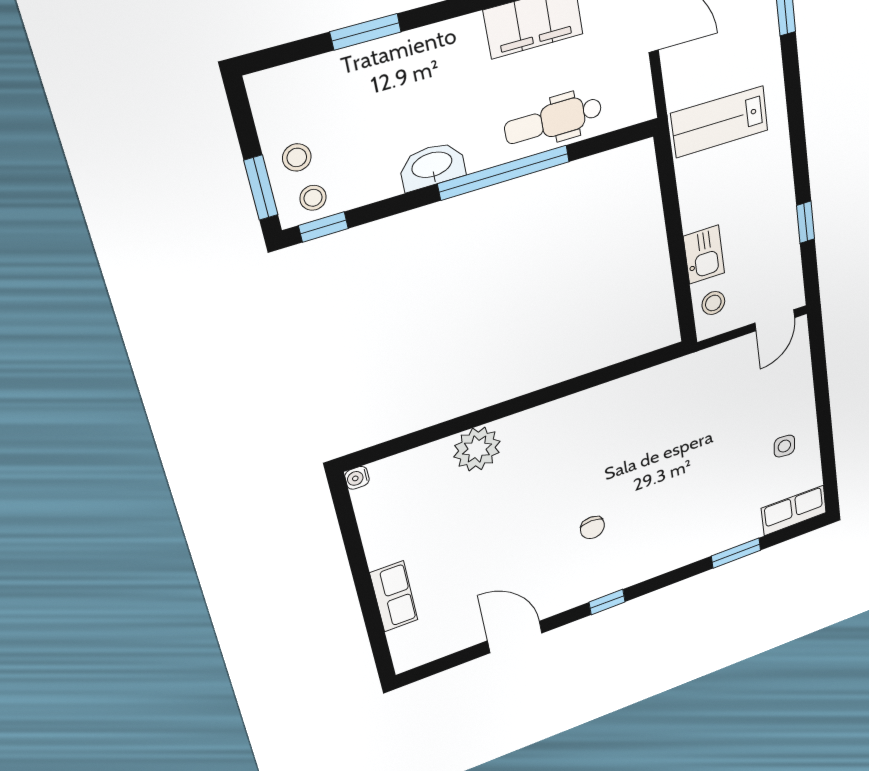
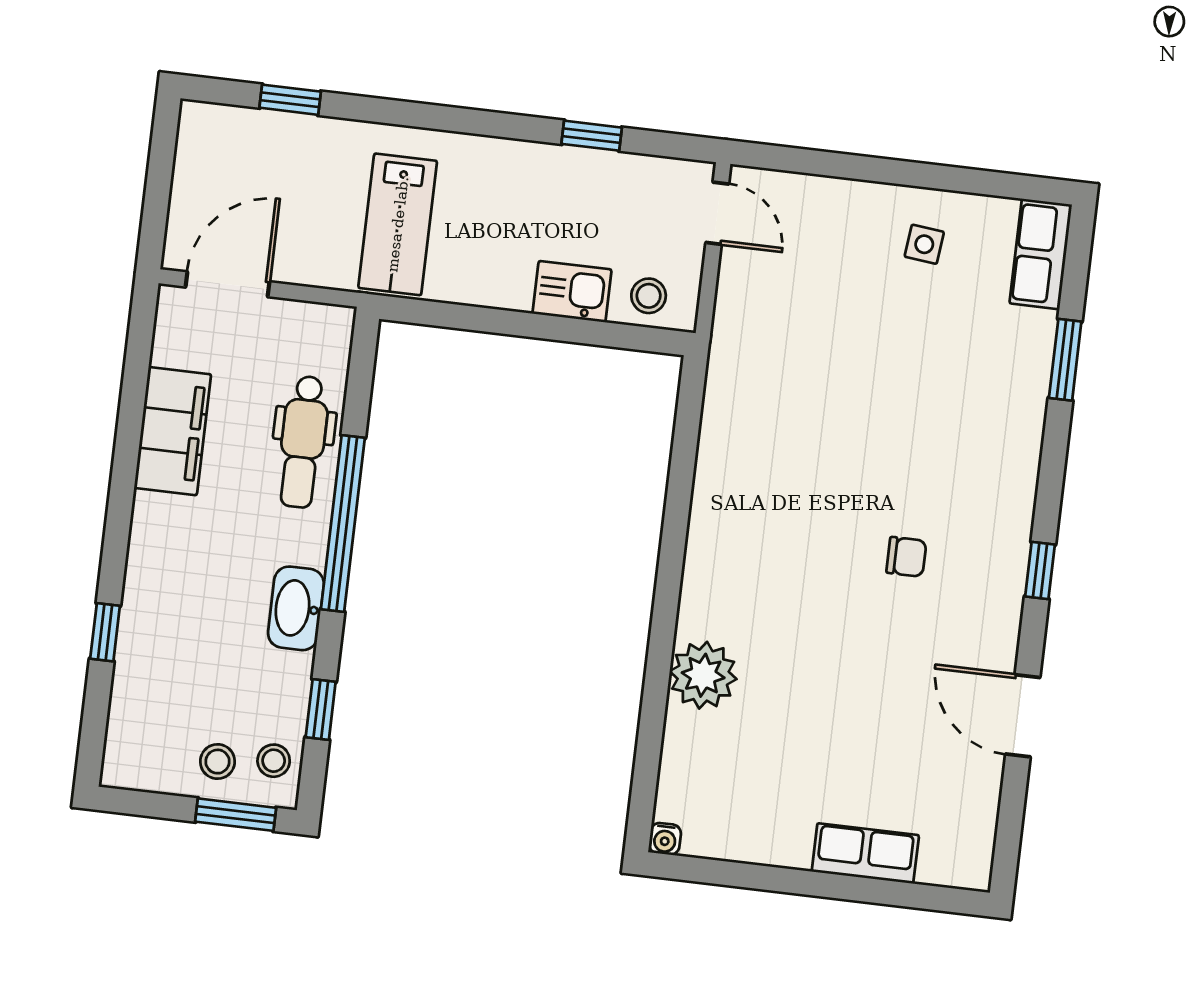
window: (366, 32) -> (105, 632), width x0.67
window: (323, 227) -> (321, 710), moved
door: (515, 637) -> (1023, 716), hinge flipped

